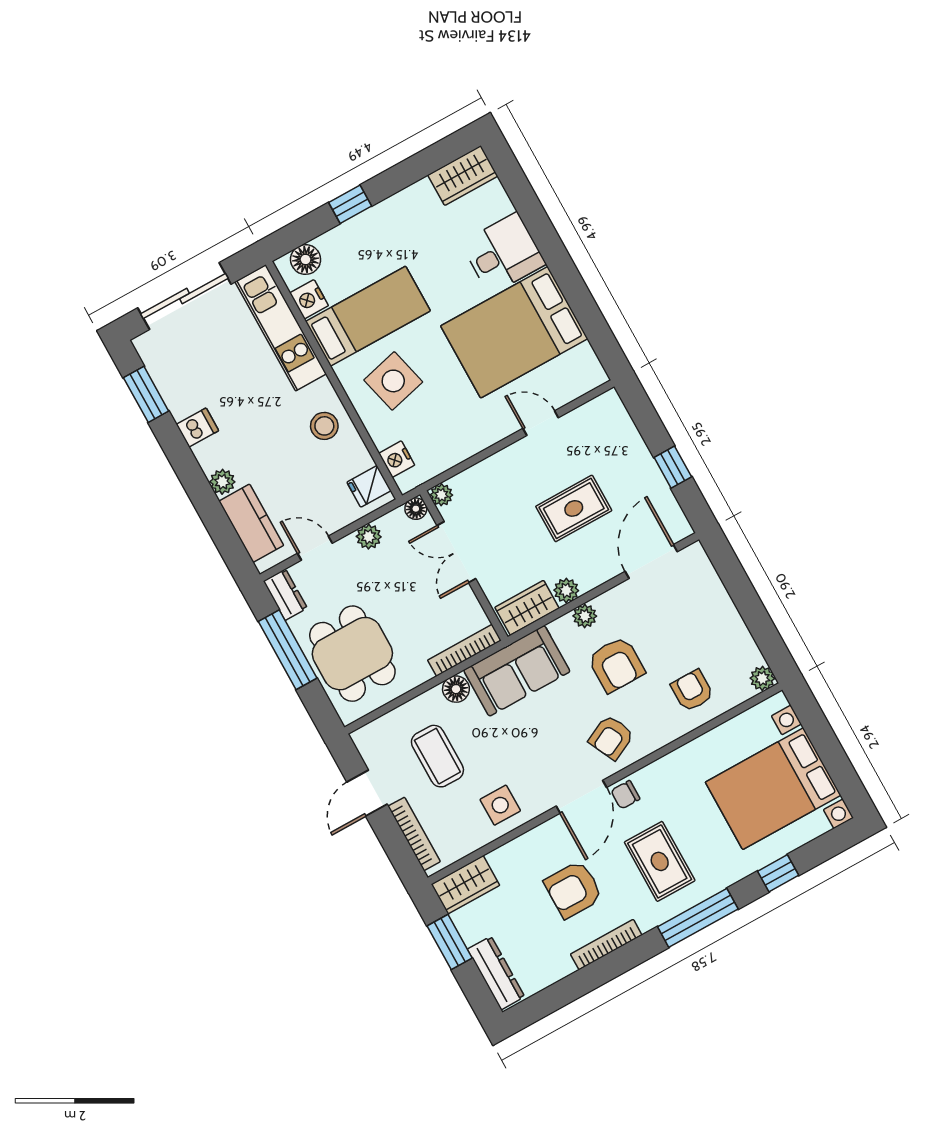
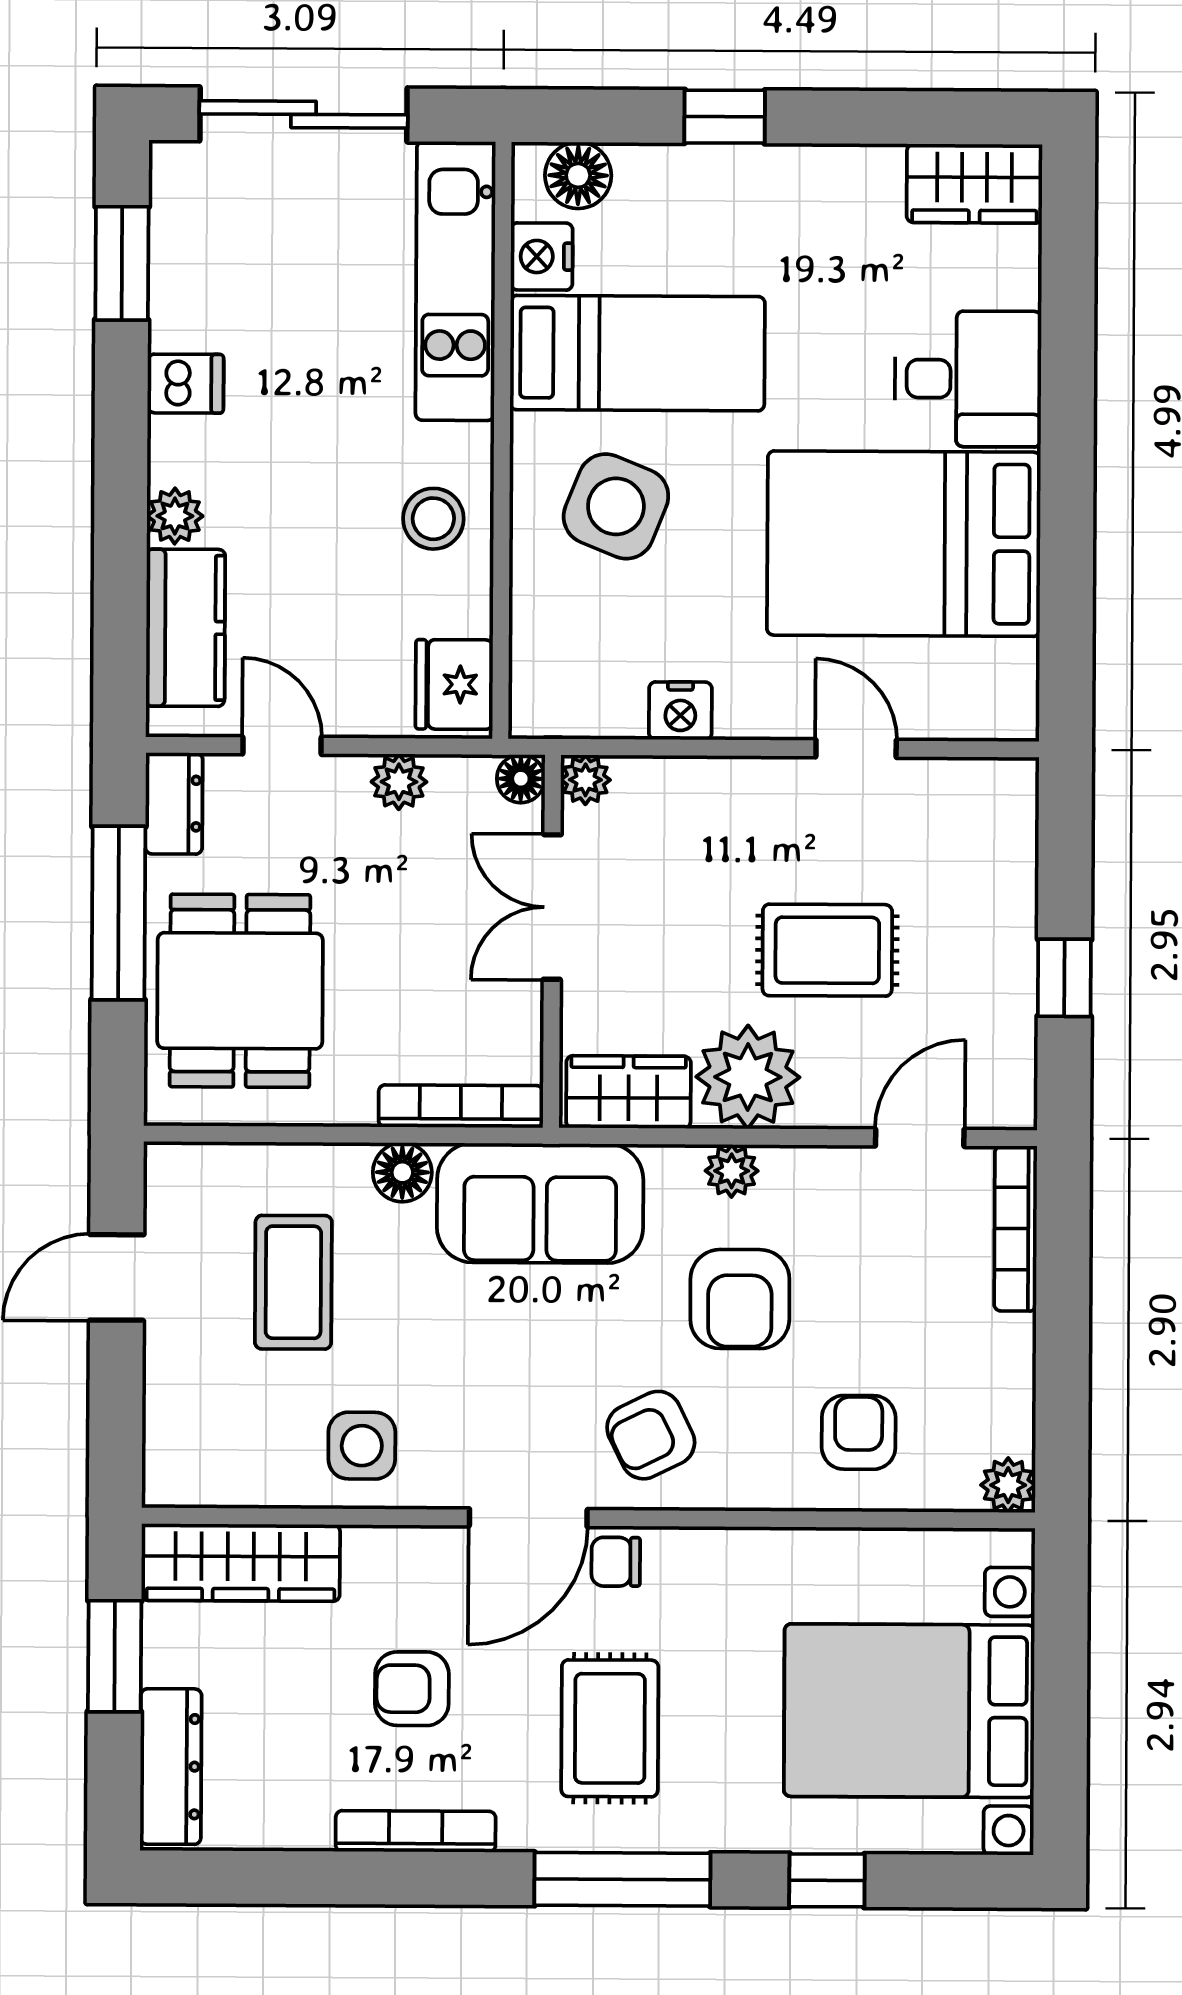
side table: (393, 381) -> (616, 506), turned 36
nightstand: (397, 459) -> (680, 711), moved, turned -90
fridge: (369, 486) -> (454, 684), width x1.38
door: (651, 562) -> (920, 1138), width x0.73
plant: (566, 590) -> (748, 1077), width x1.88, depth x1.88
bookcase: (414, 834) -> (1016, 1229), moved, turned 180
wardrobe: (465, 885) -> (241, 1562), width x1.50
armchair: (573, 889) -> (412, 1689), width x0.72, depth x0.72

